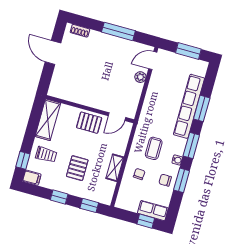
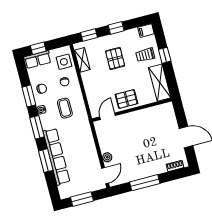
window: (23, 160) -> (165, 55), moved
shelving: (115, 168) -> (82, 60), moved
side table: (129, 194) -> (64, 62), added

